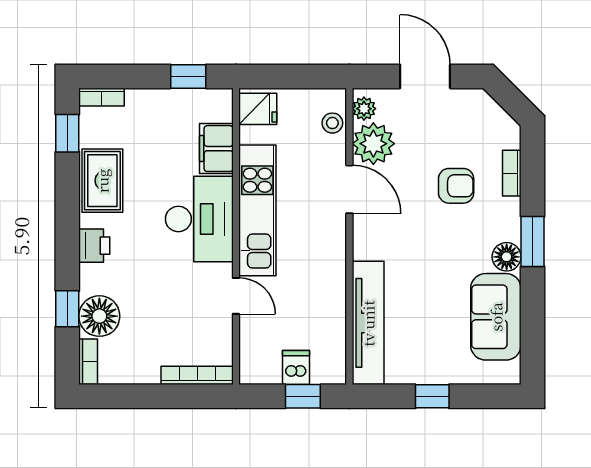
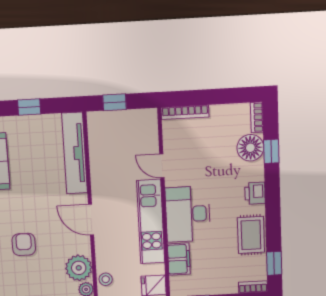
armchair: (456, 186) -> (24, 244), turned 90
door: (349, 189) -> (91, 220), moved
dishwasher: (296, 368) -> (120, 121), removed

